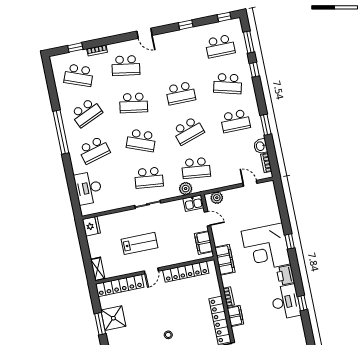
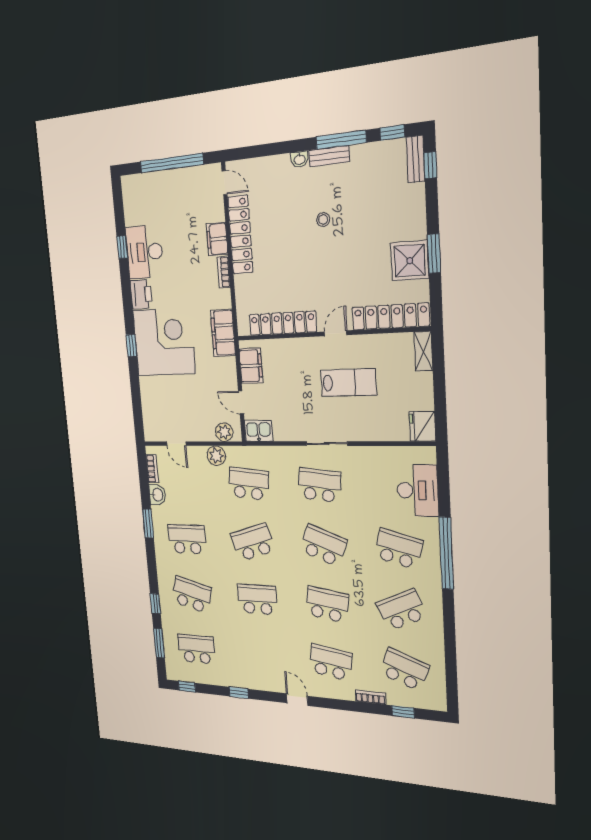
window: (61, 132) -> (446, 553), moved
school desk: (94, 150) -> (398, 549), turned 30
plant: (186, 189) -> (216, 456), moved
lab bench: (139, 243) -> (348, 383), turned 180

